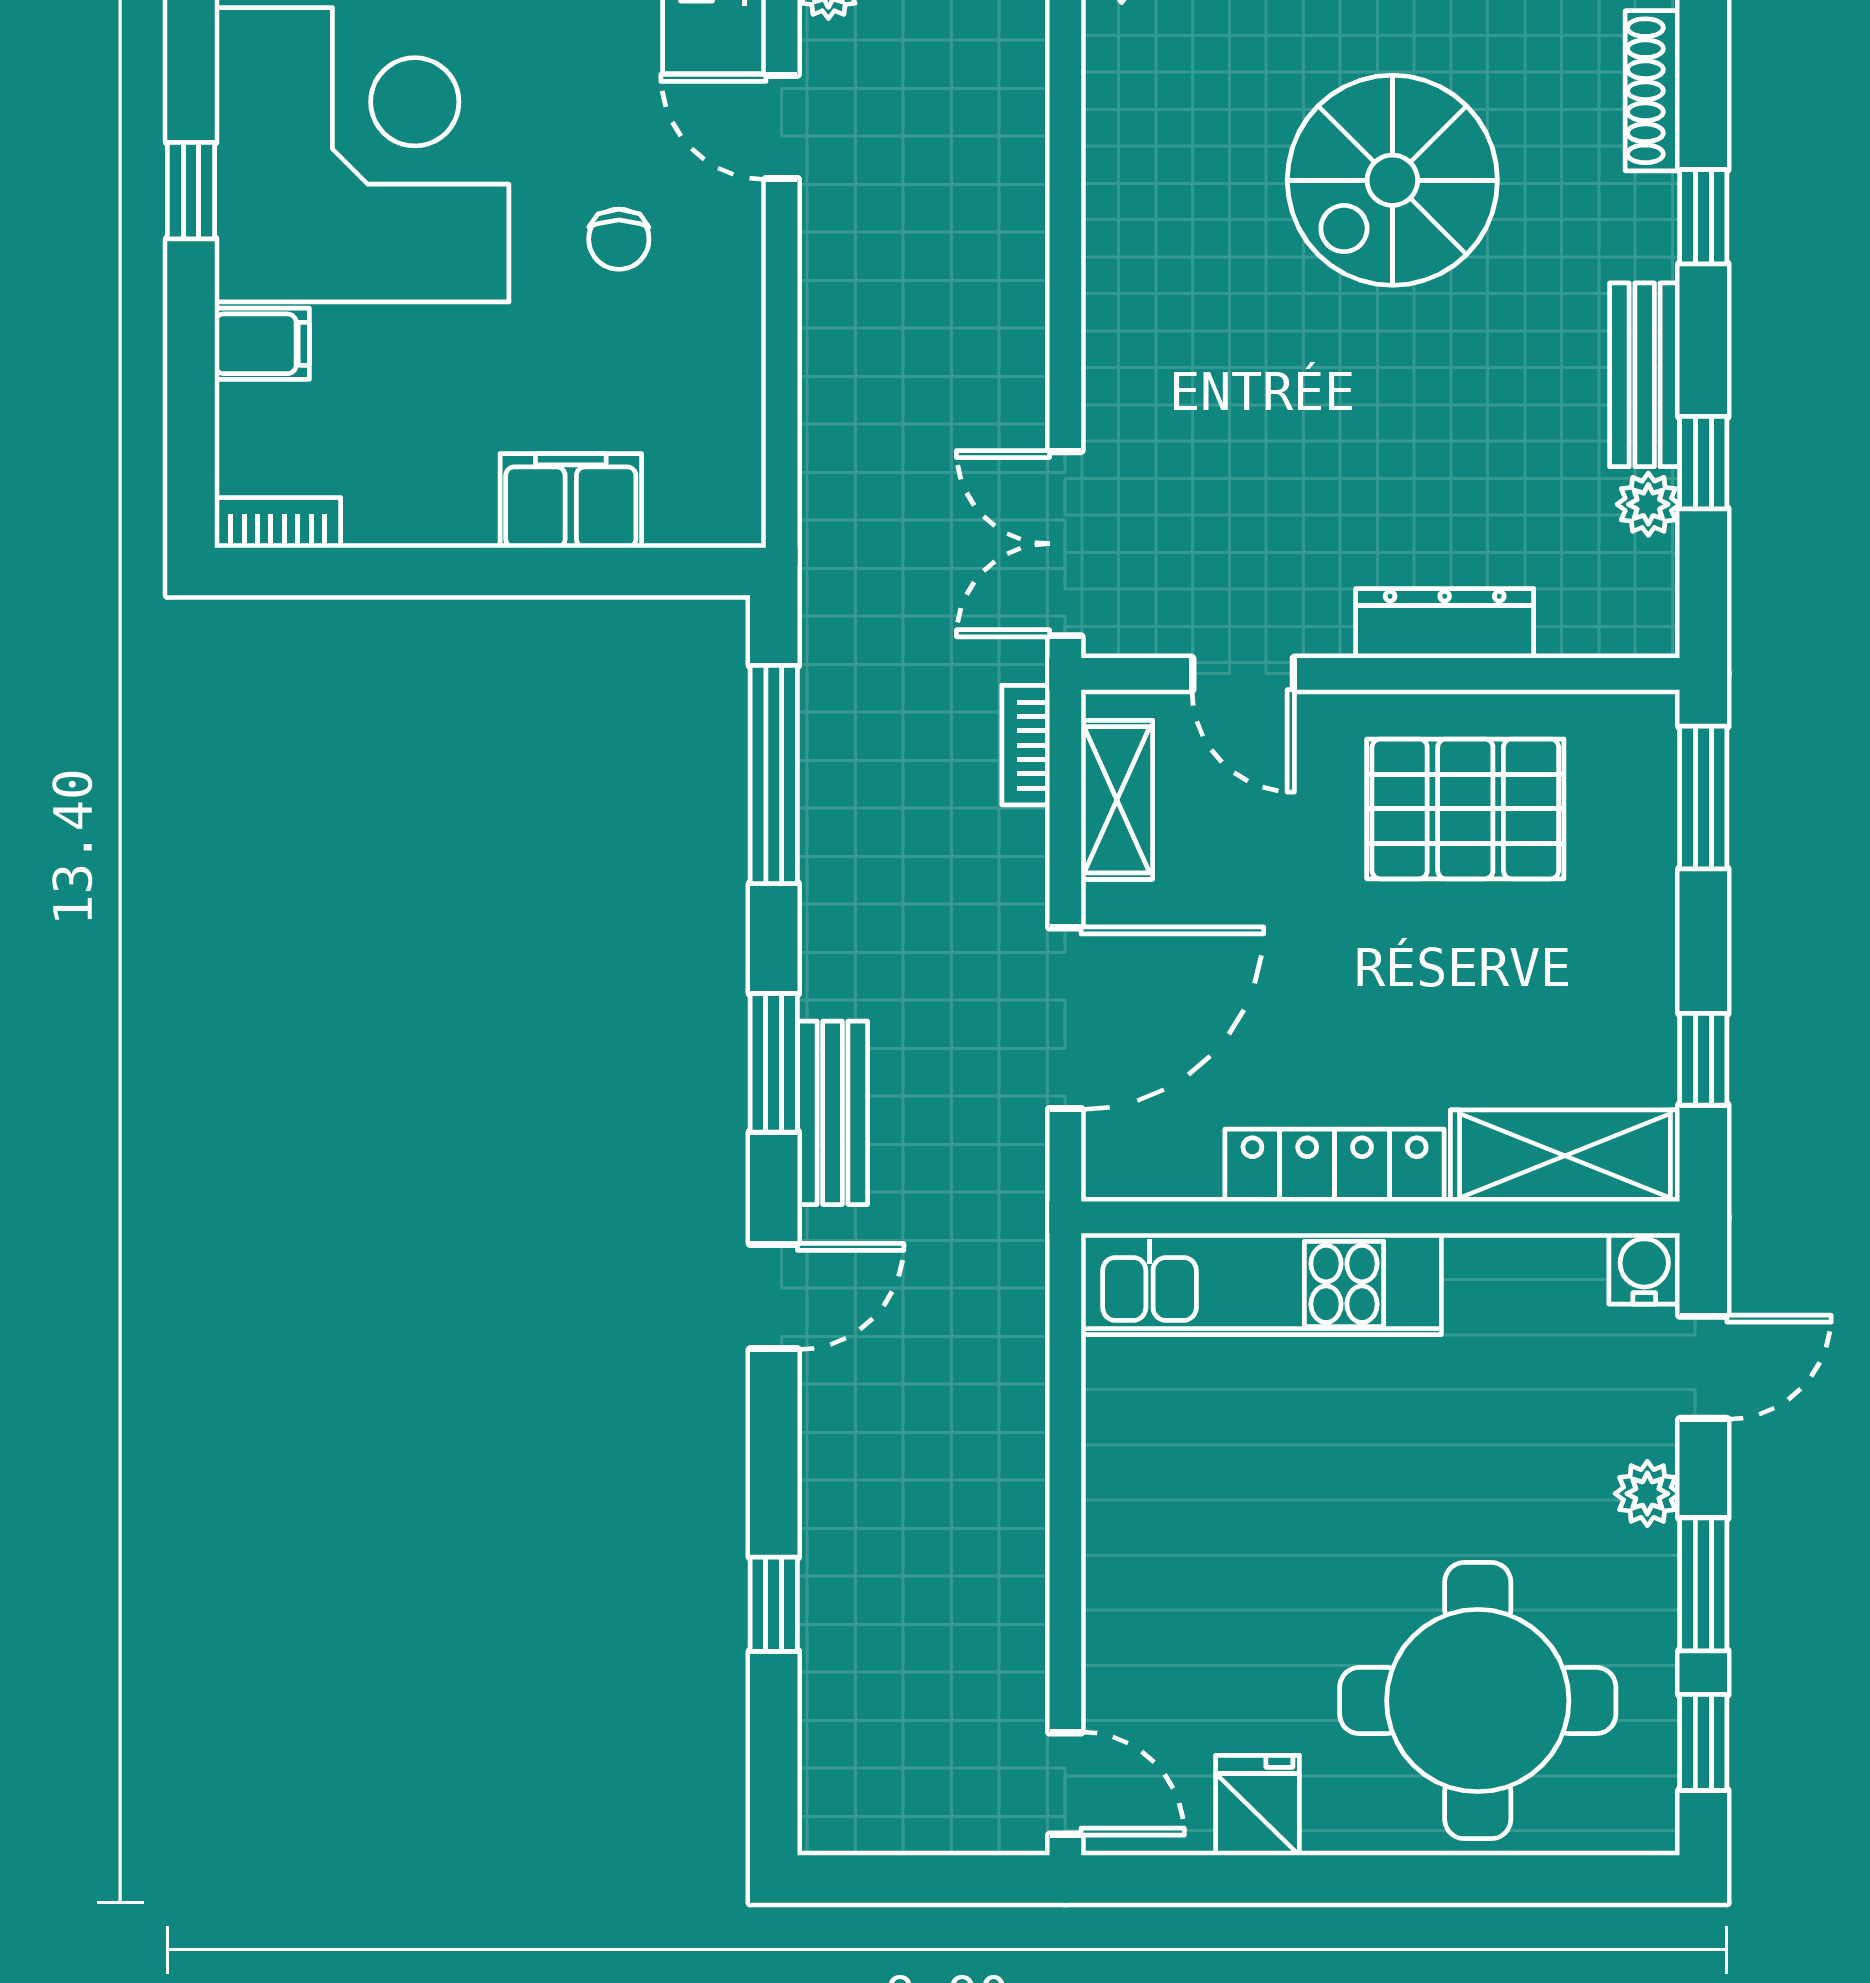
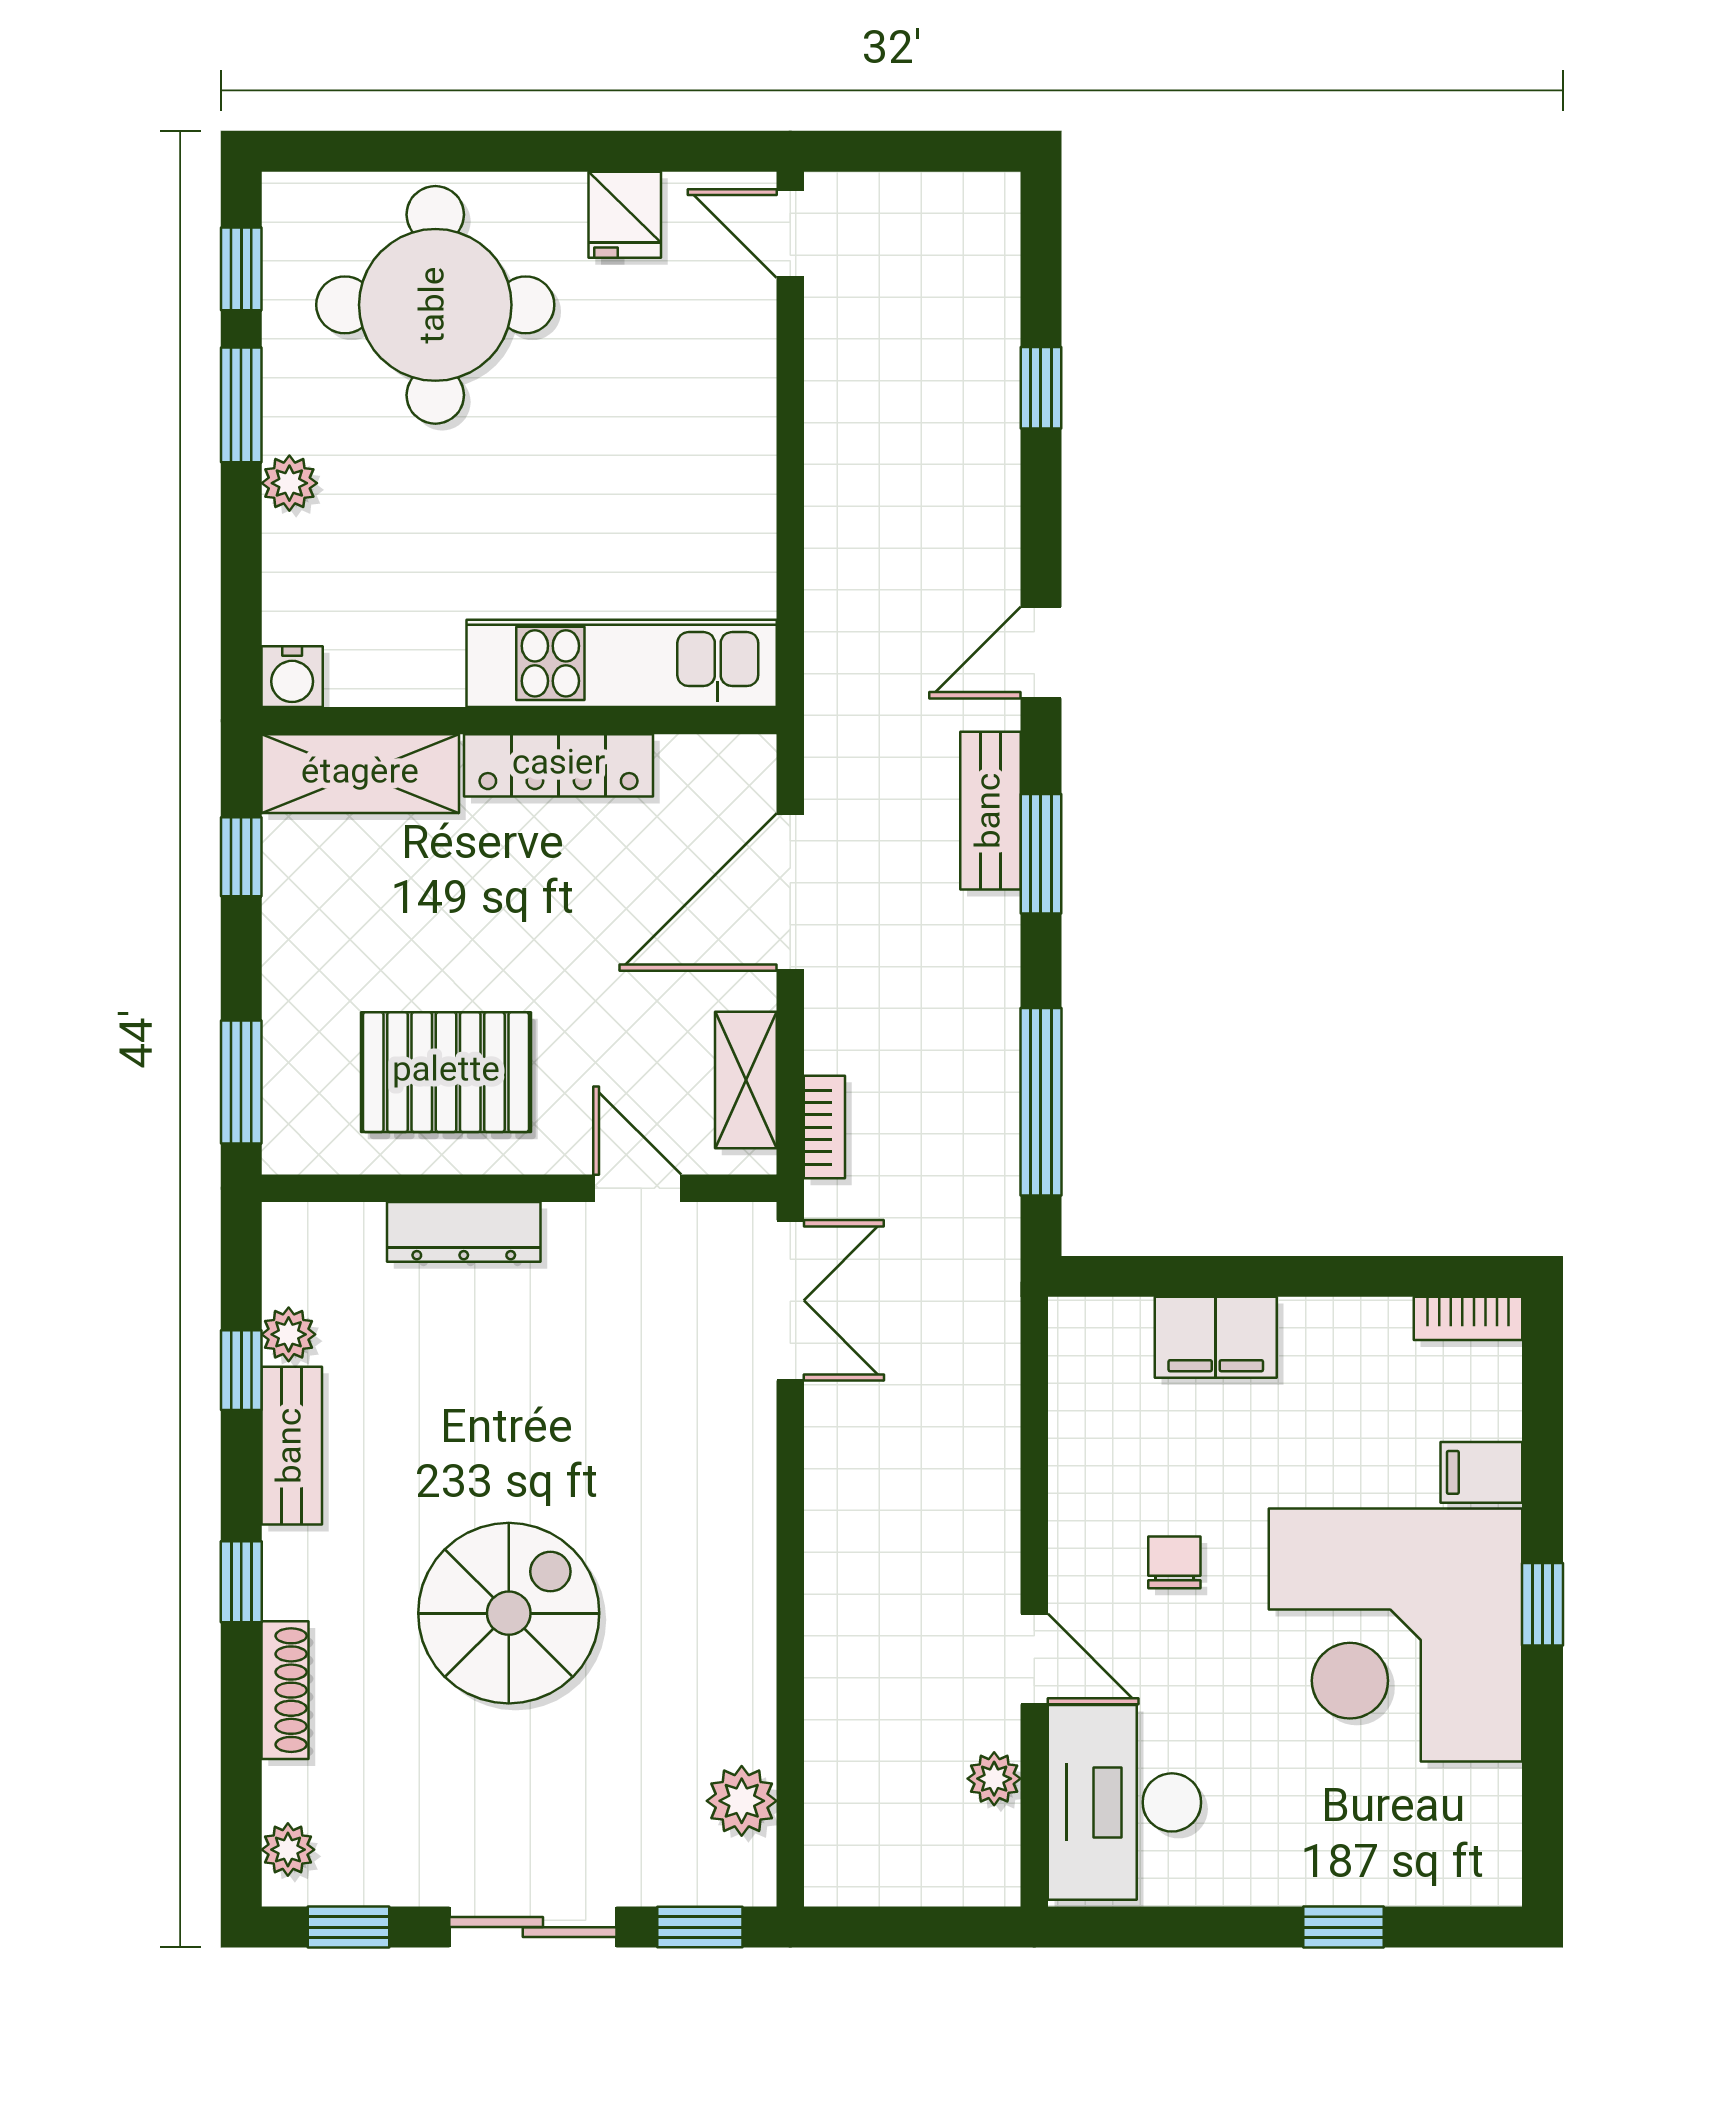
door: (1703, 1367) -> (241, 592), removed

